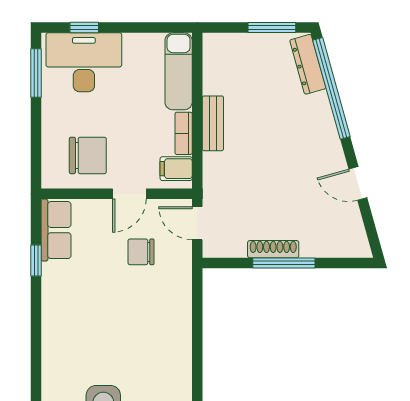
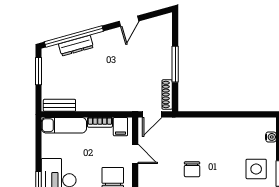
dresser: (308, 64) -> (76, 46), moved
bench: (213, 123) -> (59, 105), moved
shoe rack: (273, 249) -> (167, 94), moved
chair: (141, 252) -> (192, 169), moved

